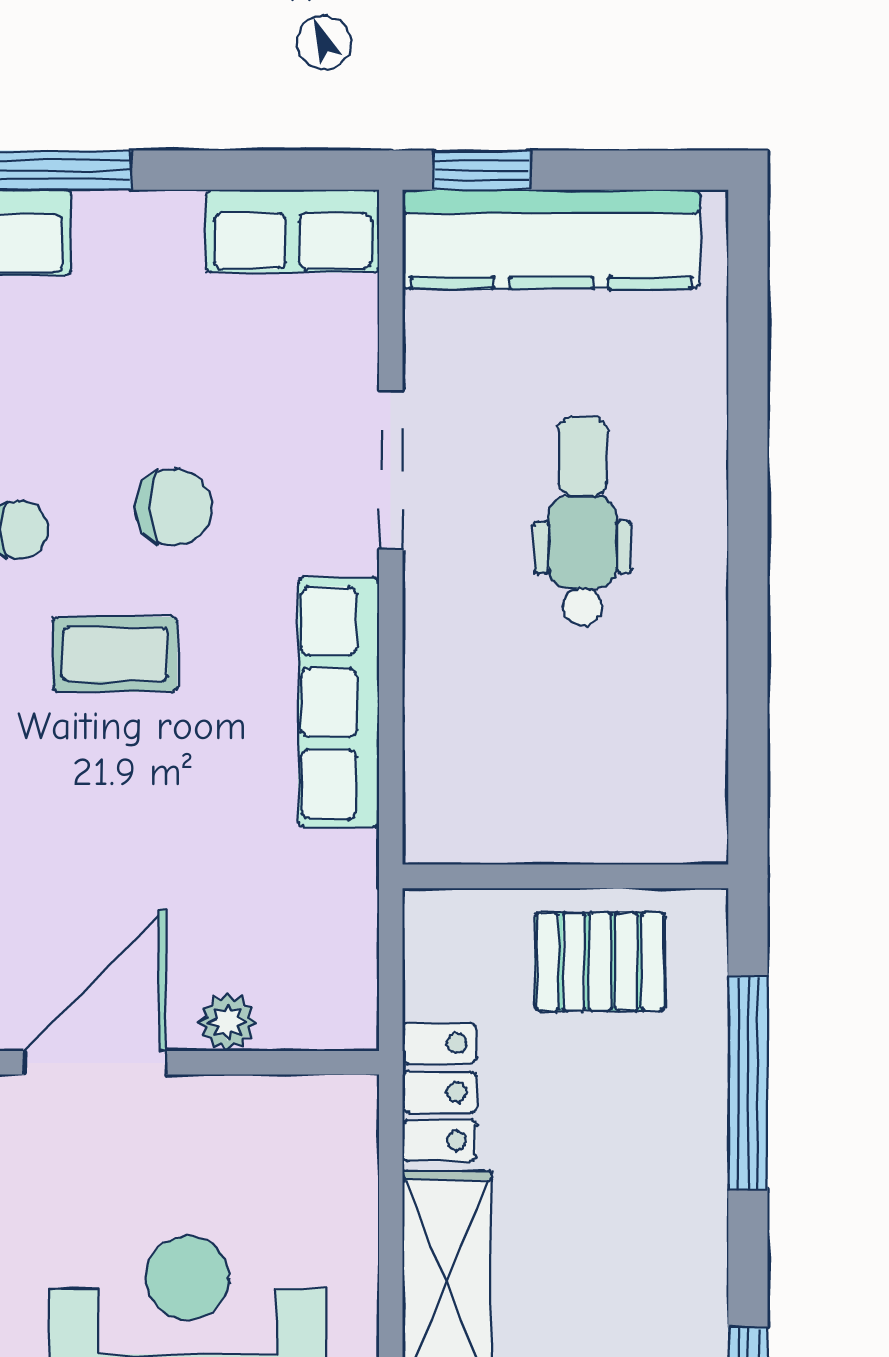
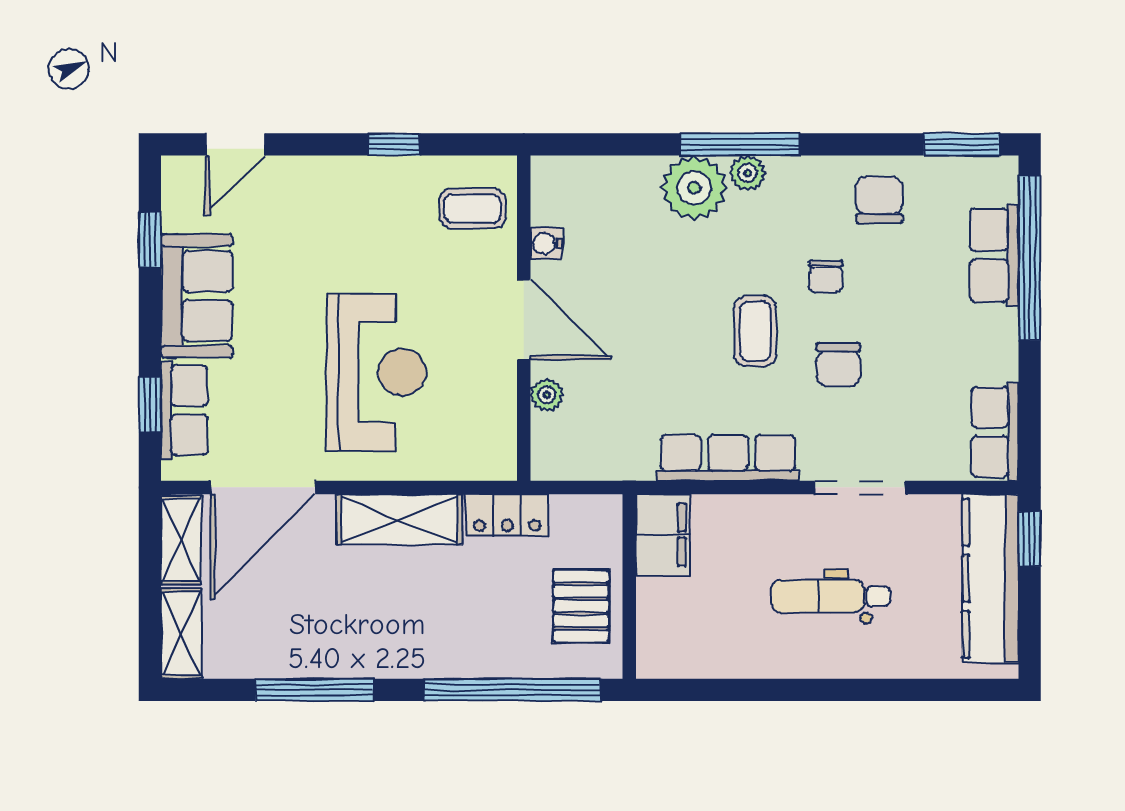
dental chair: (583, 521) -> (831, 596), turned 180
filing cabinet: (474, 817) -> (663, 535), added
window: (748, 1083) -> (512, 690), width x1.46

